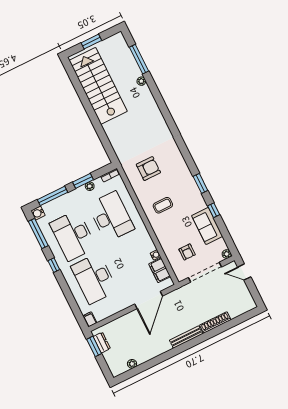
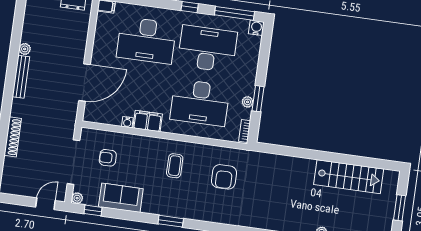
stairs: (98, 86) -> (349, 177), width x0.73, depth x0.66
window: (53, 196) -> (264, 56), removed
window: (214, 210) -> (93, 210), moved
filing cabinet: (160, 270) -> (148, 121), moved
desk: (94, 279) -> (146, 40), turned 180
door: (149, 300) -> (85, 83), swing flipped
bench: (186, 337) -> (21, 77), moved
plant: (132, 364) -> (25, 49), moved

